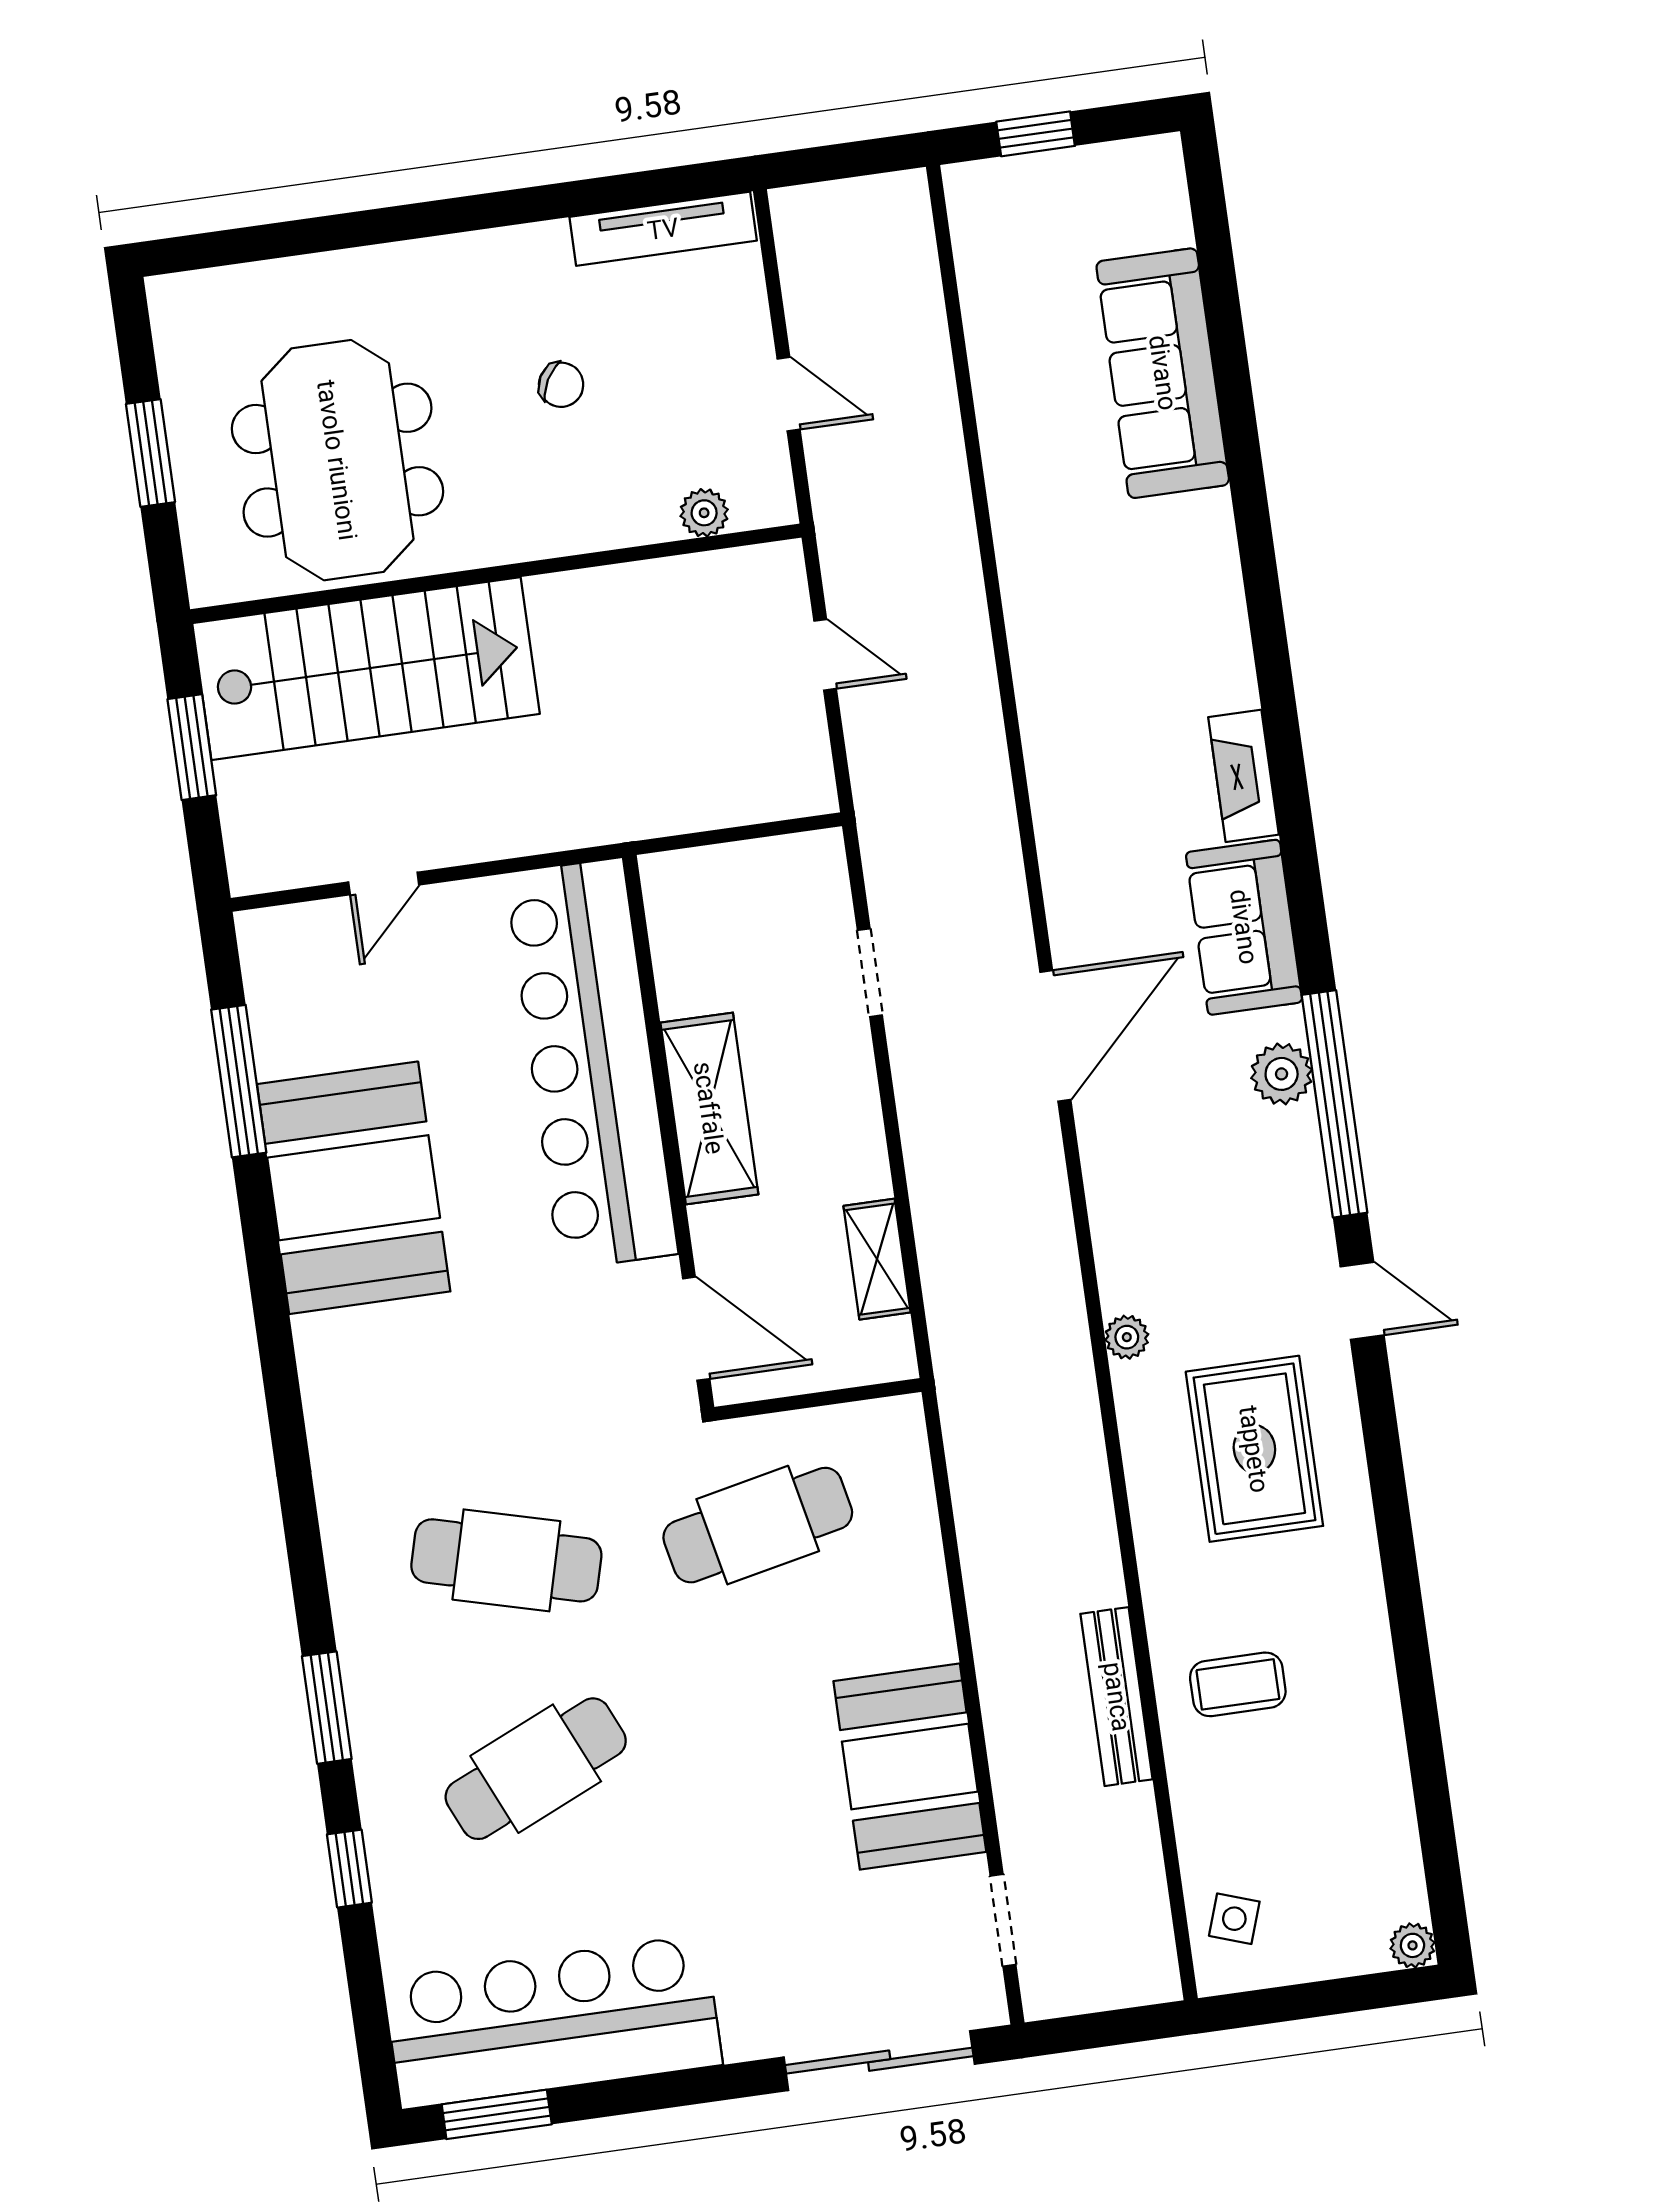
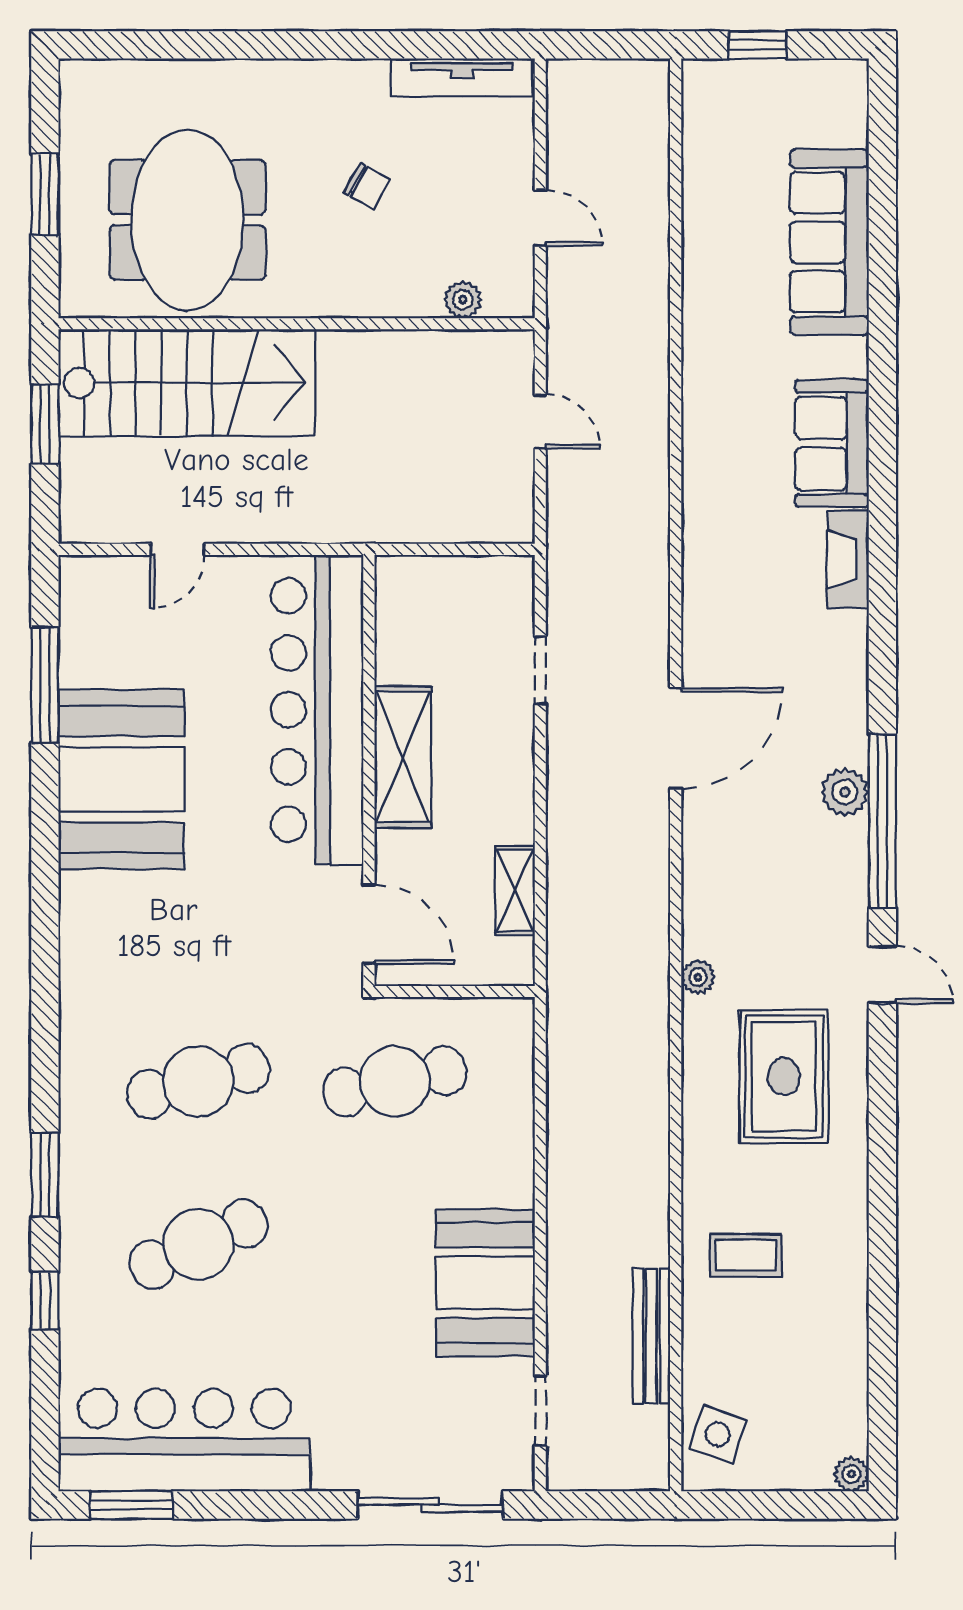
sofa: (1244, 927) -> (832, 443), moved
cafe table: (506, 1560) -> (198, 1081), turned -30
bench: (1117, 1697) -> (651, 1336), moved
side table: (1234, 1919) -> (718, 1434), width x1.37, depth x1.37

